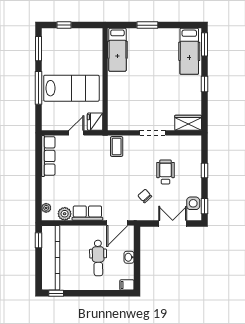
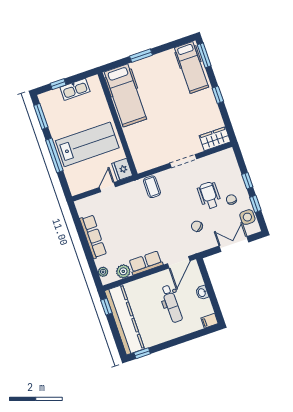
kitchen sink: (77, 35) -> (75, 89), added
hospital bed: (117, 50) -> (125, 95), width x1.37, depth x1.29
row of seats: (48, 156) -> (93, 237), moved
chair: (184, 183) -> (231, 200), added
window: (204, 206) -> (255, 204), moved

